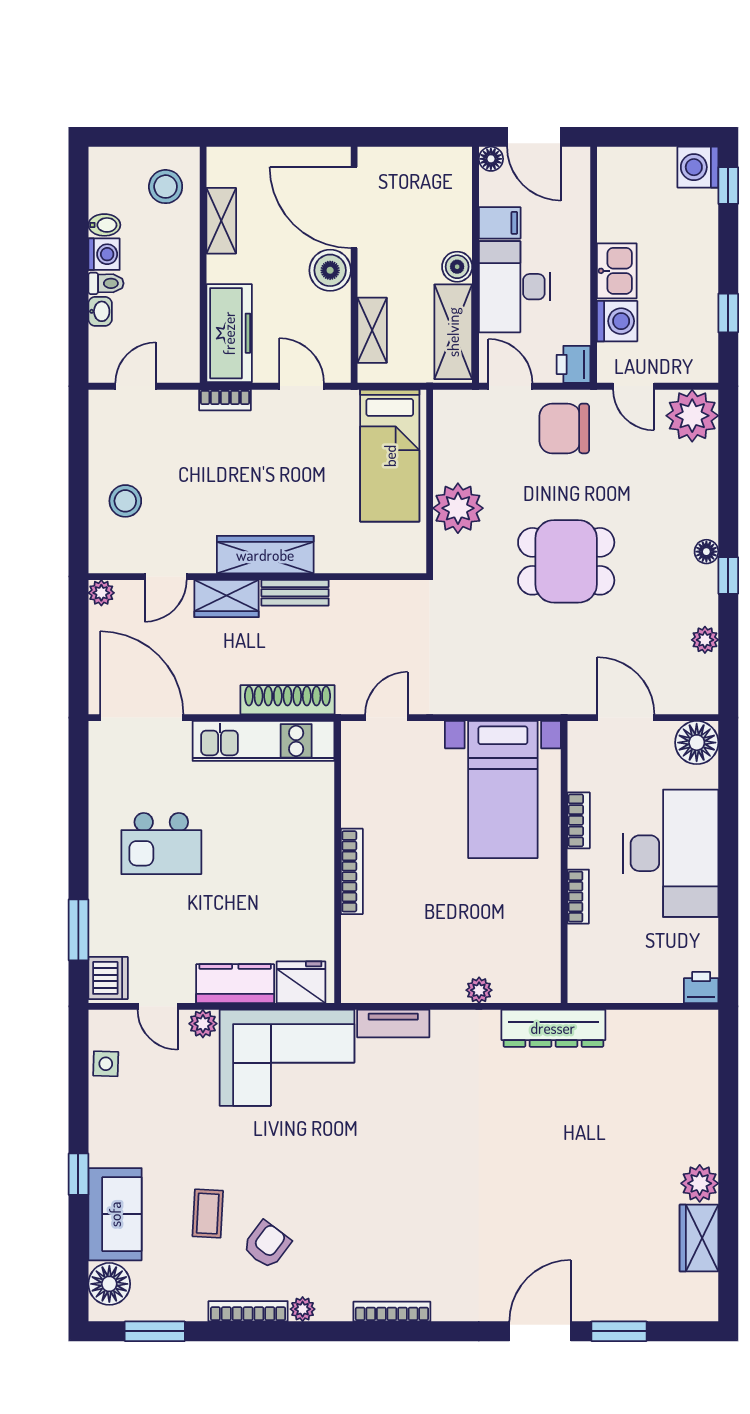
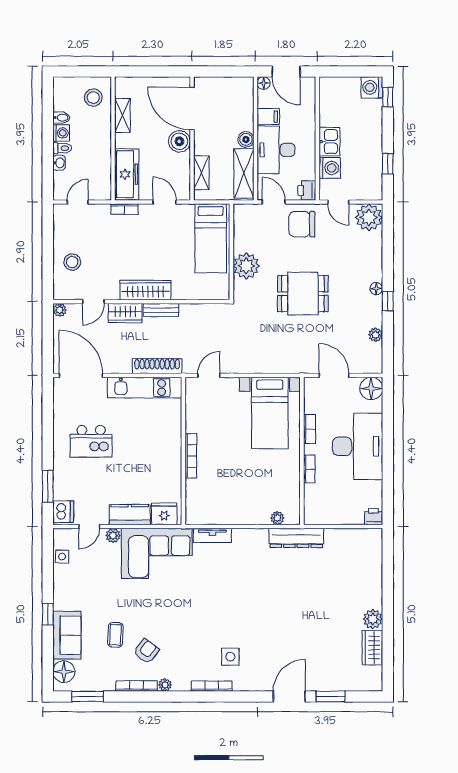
plant: (479, 990) -> (277, 518), moved
door: (158, 1006) -> (89, 526), hinge flipped
side table: (427, 1255) -> (230, 657), added

